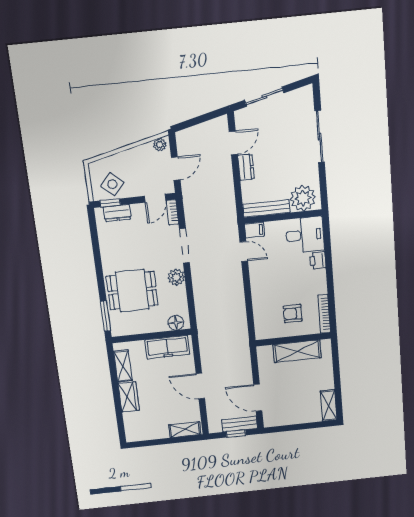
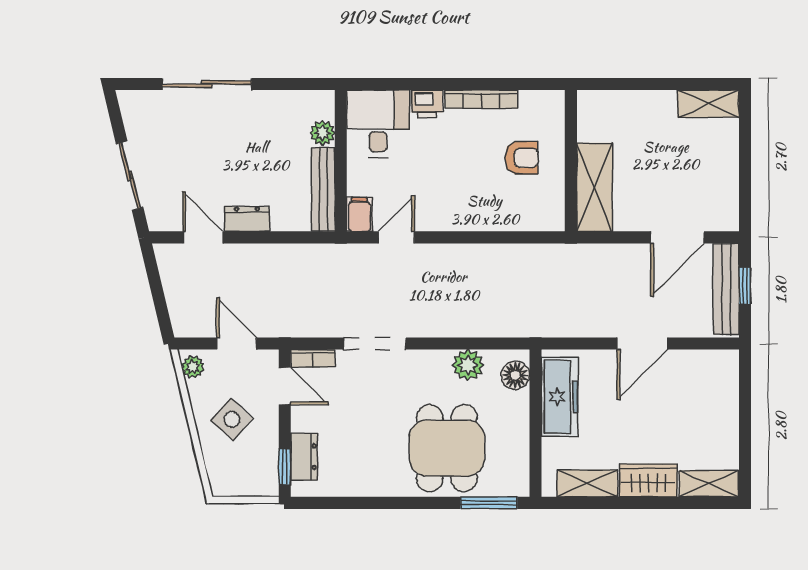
side table: (112, 184) -> (232, 419), moved
plant: (303, 198) -> (322, 133), width x0.53, depth x0.53
plant: (176, 277) -> (468, 365), moved
armchair: (293, 314) -> (522, 158), turned -90
bookcase: (324, 314) -> (481, 99), moved
shelving: (297, 351) -> (594, 187), moved
bench: (240, 424) -> (726, 289), width x1.36
shelving: (185, 430) -> (709, 484), moved, turned 90

